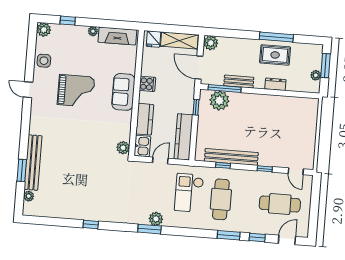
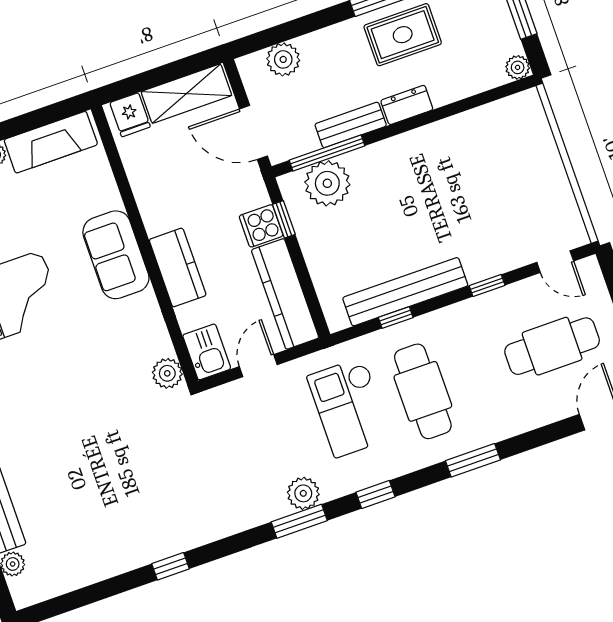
plant: (211, 43) -> (283, 59), moved
plant: (316, 75) -> (518, 67), moved
cooker: (147, 84) -> (261, 226), moved, turned 180
dresser: (275, 84) -> (407, 105), moved
kitchen counter: (145, 119) -> (178, 267), moved
window: (257, 238) -> (375, 494), moved

